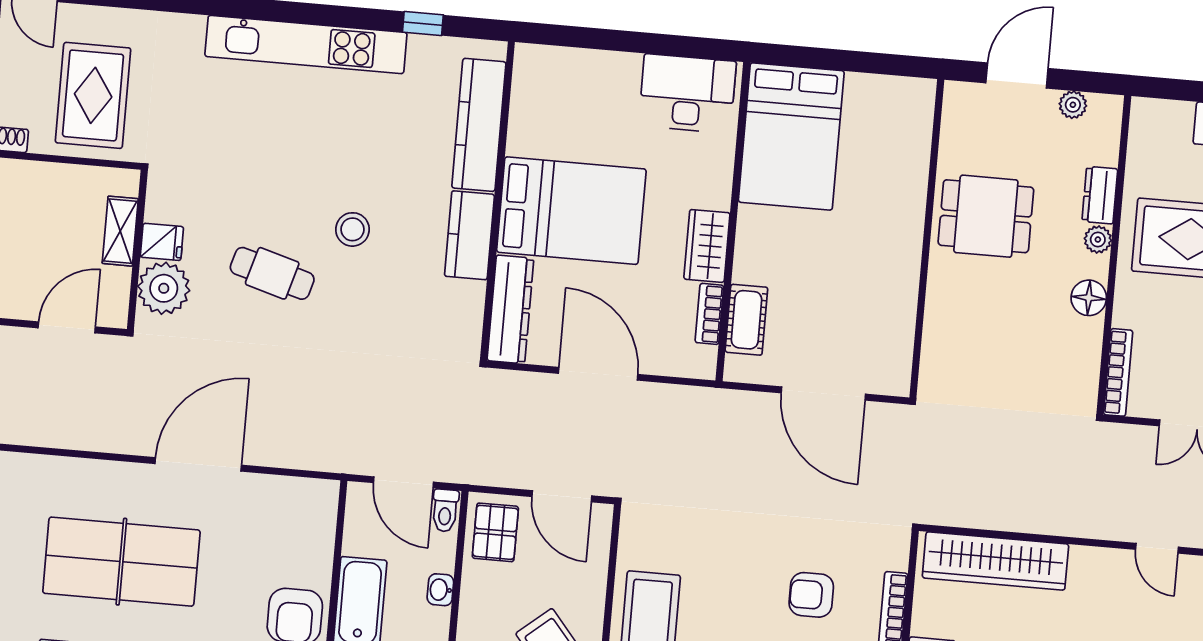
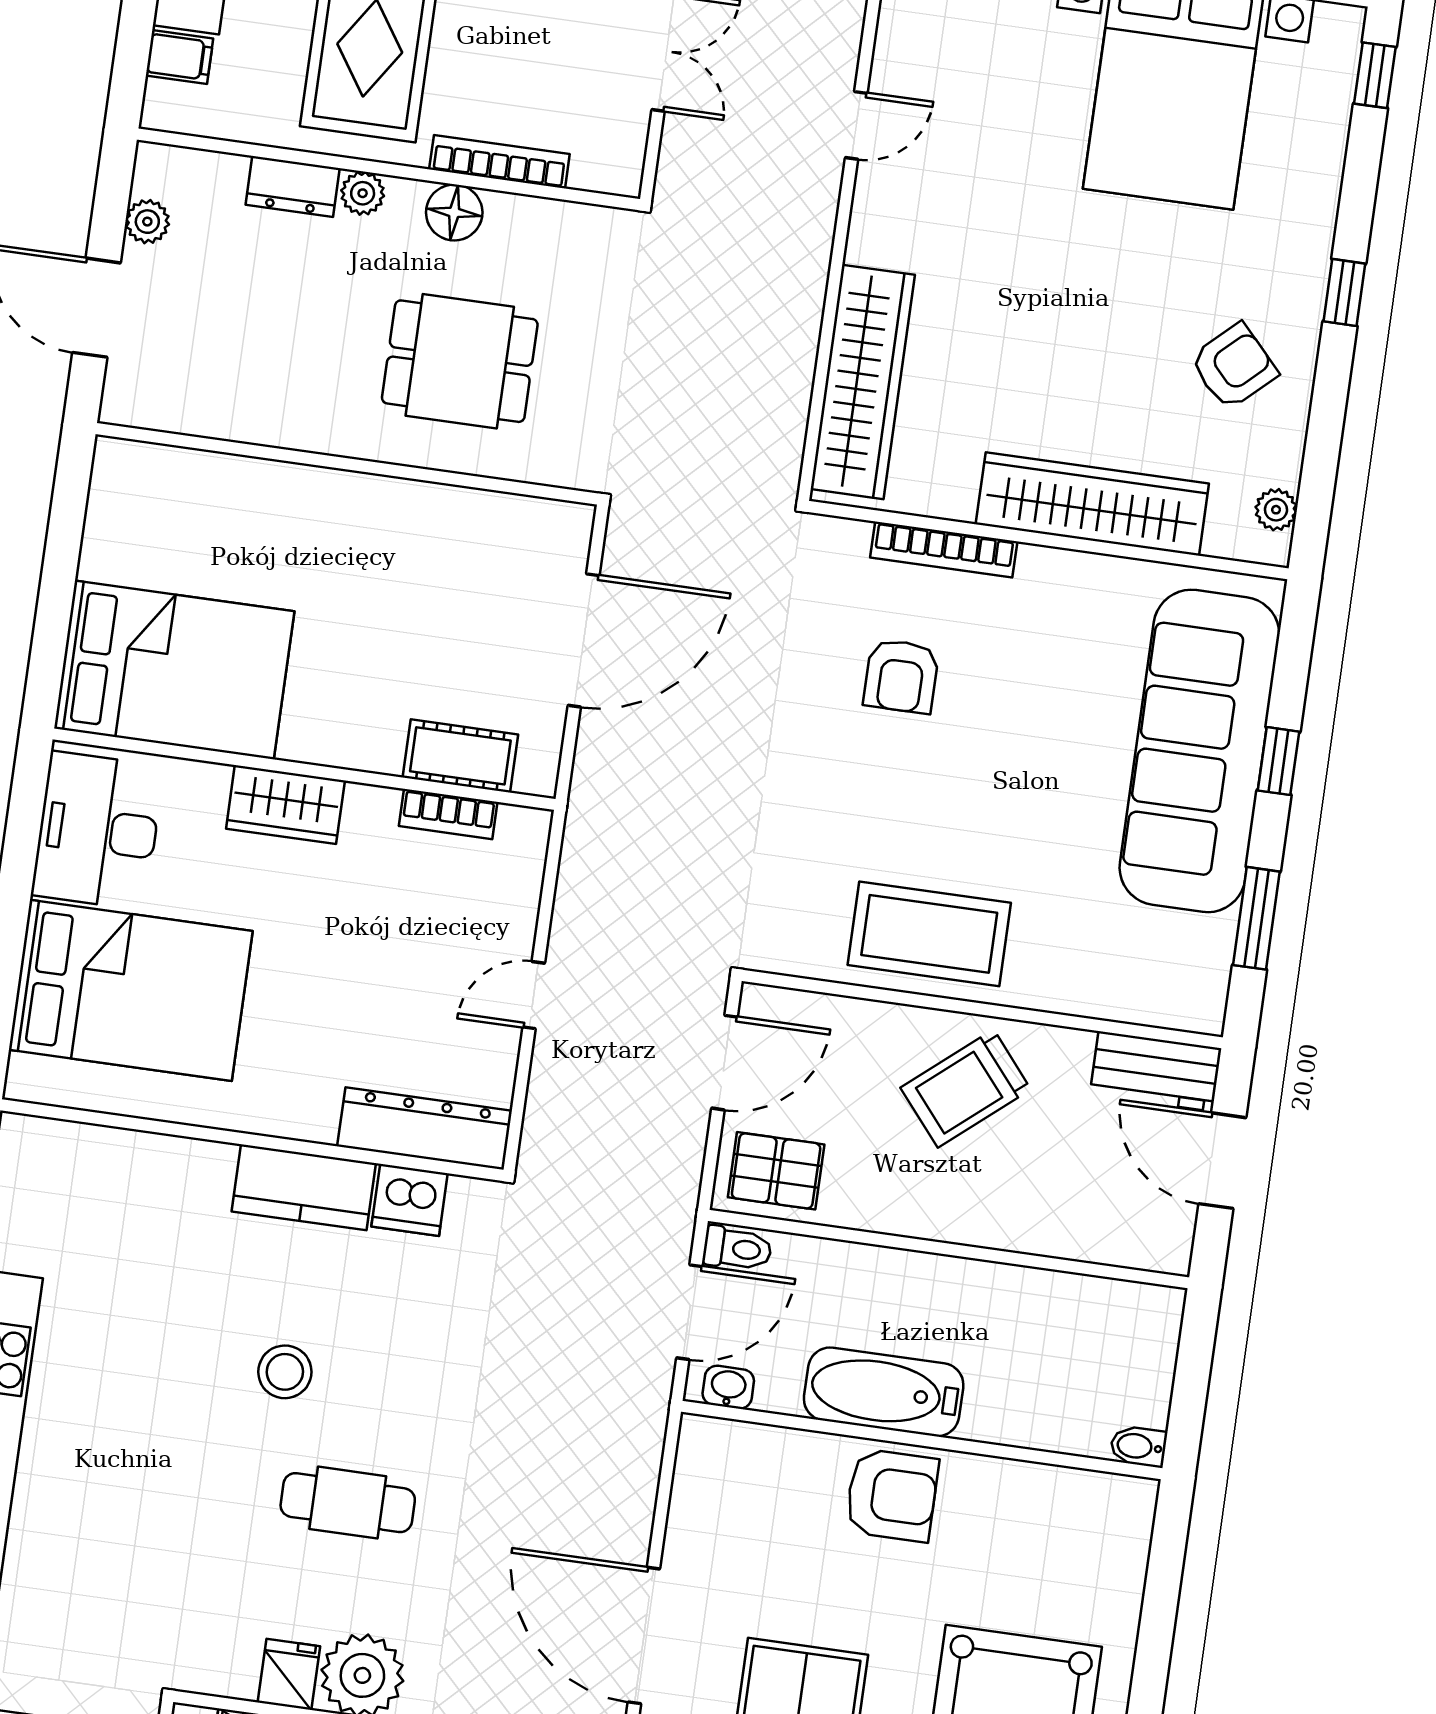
filing cabinet: (1178, 120) -> (179, 57), added
kitchen counter: (479, 125) -> (130, 1163), removed
bed: (571, 211) -> (131, 990), moved, turned 90
dining table: (986, 216) -> (460, 361), moved, turned 90
wardrobe: (707, 246) -> (285, 805), moved
cafe table: (272, 273) -> (348, 1503), turned 74
dishwasher: (465, 302) -> (410, 1200), added
bookcase: (1118, 372) -> (499, 162), moved
door: (598, 374) -> (534, 995), width x0.53
washbasin: (440, 590) -> (728, 1387), moved, turned 180

